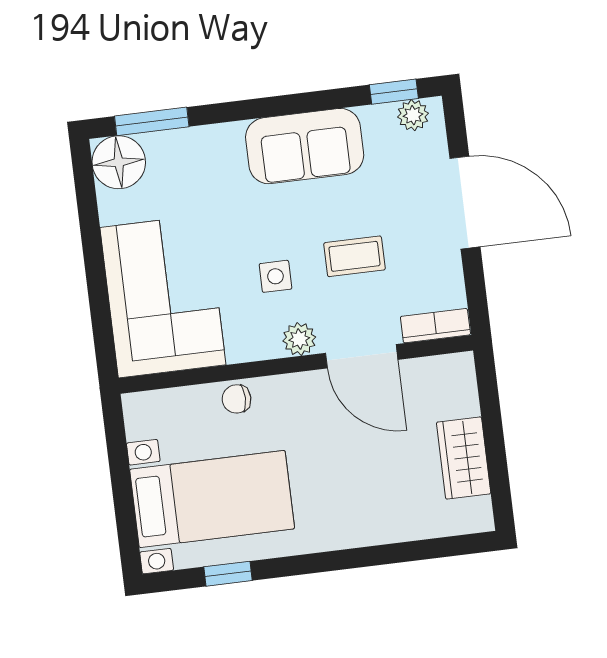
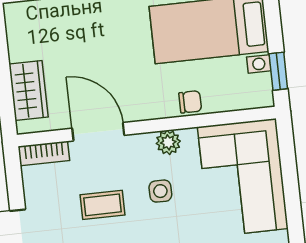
plant: (299, 339) -> (168, 142), moved
window: (116, 443) -> (278, 71), added
wardrobe: (464, 458) -> (29, 91), moved

